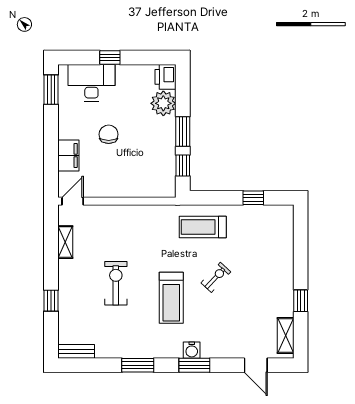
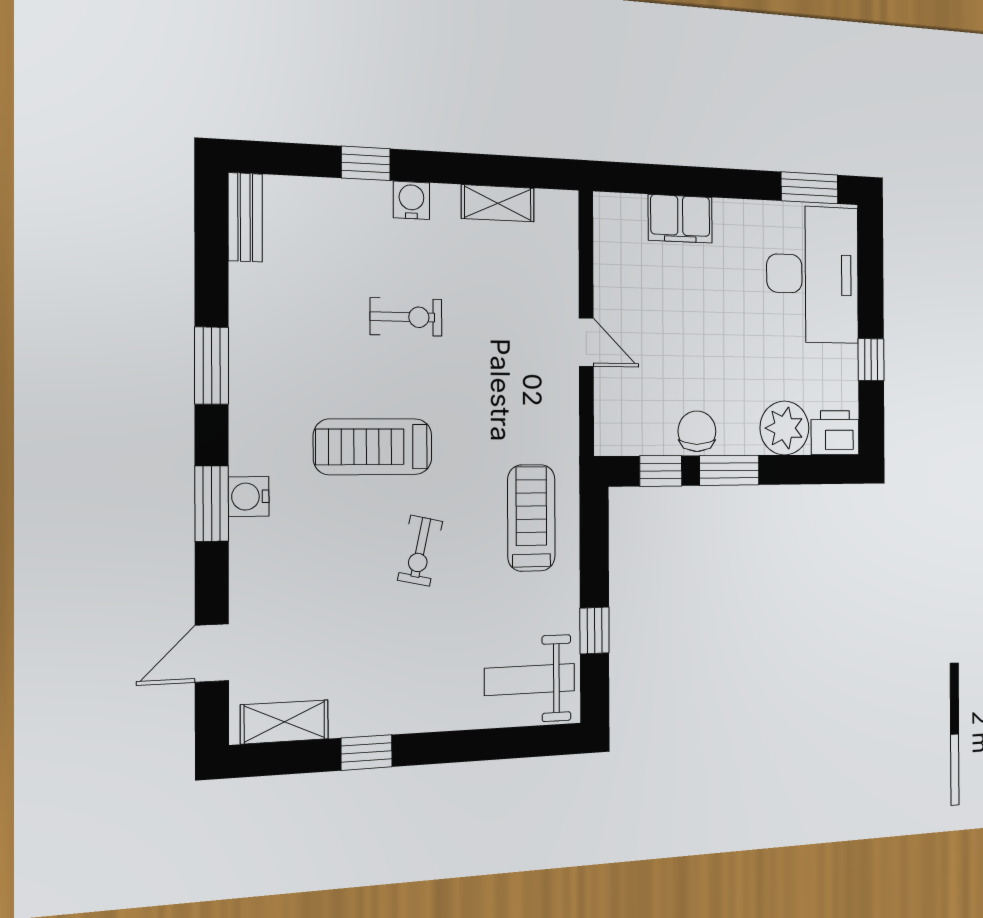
window: (110, 58) -> (871, 360), moved
desk: (91, 83) -> (813, 274), width x1.36, depth x1.30
chair: (109, 134) -> (697, 431), moved, turned -90
door: (73, 201) -> (586, 342), moved
weight bench: (273, 228) -> (530, 680), added
exercise bike: (216, 277) -> (420, 551), turned 59
water cooler: (66, 281) -> (411, 200), added
exercise bike: (116, 283) -> (406, 317), width x0.73, depth x0.72

